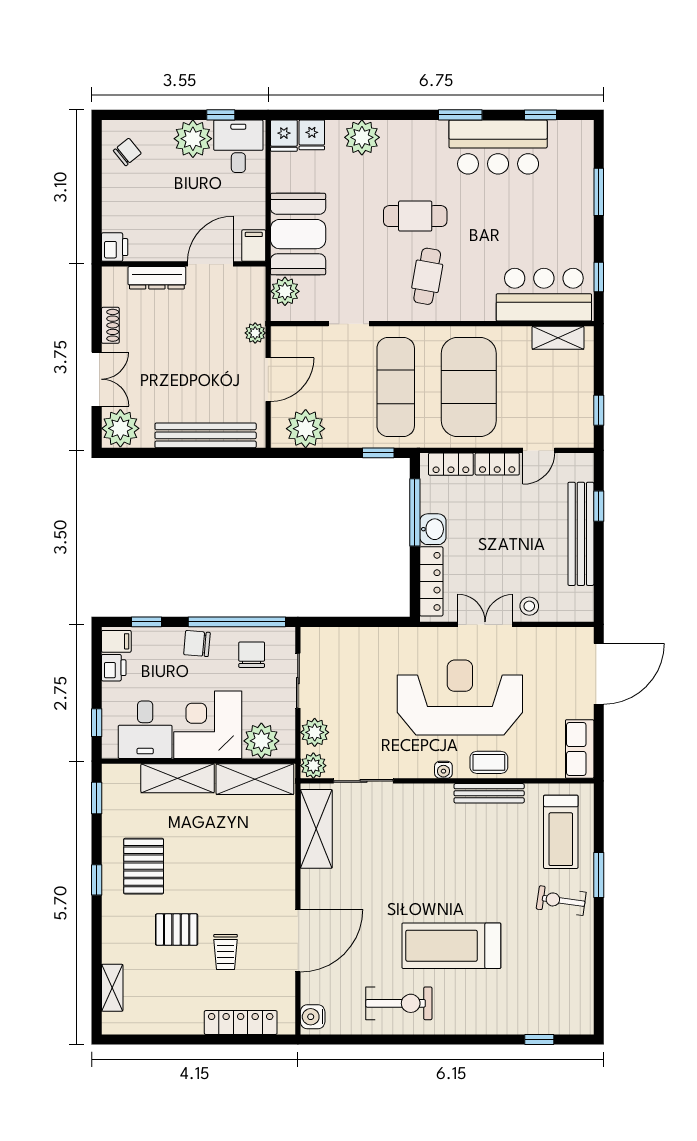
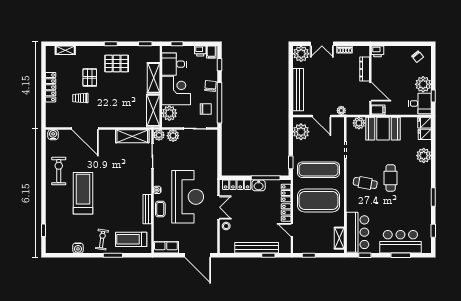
bar counter: (498, 147) -> (400, 242), moved, turned 90
water cooler: (582, 958) -> (78, 248), added
exercise bike: (399, 1003) -> (59, 171), turned 180
locker: (241, 1023) -> (51, 87), moved

